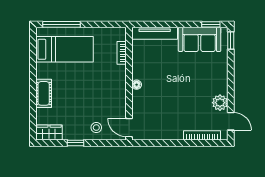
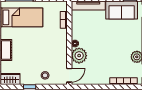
plant: (142, 101) -> (79, 56), added
door: (129, 128) -> (69, 75), swing flipped

